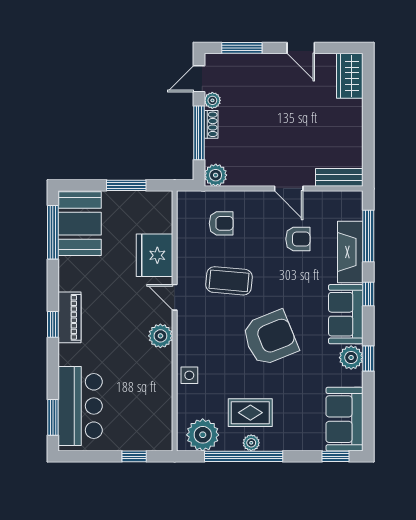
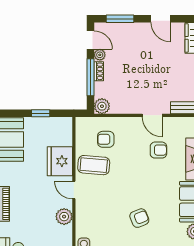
door: (199, 79) -> (91, 40), swing flipped
window: (126, 185) -> (41, 113), width x0.67
armchair: (221, 223) -> (106, 139), turned 180
coffee table: (229, 281) -> (94, 165), moved
armchair: (270, 338) -> (139, 218), width x0.53, depth x0.53

